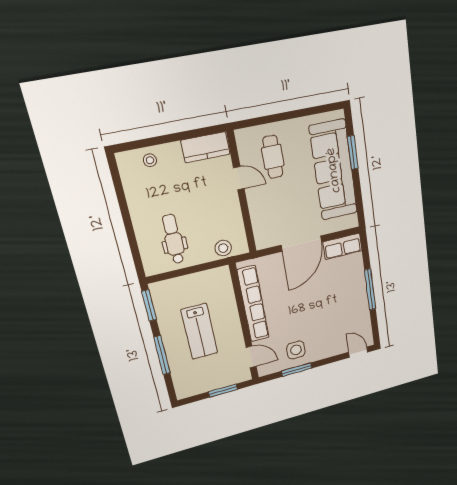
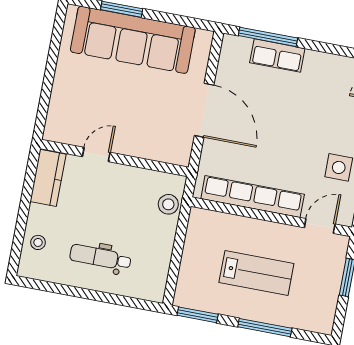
cafe table: (273, 157) -> (88, 107), removed
dental chair: (173, 239) -> (100, 257), moved
row of seats: (343, 246) -> (277, 56), moved, turned 90
window: (370, 289) -> (268, 37), moved

